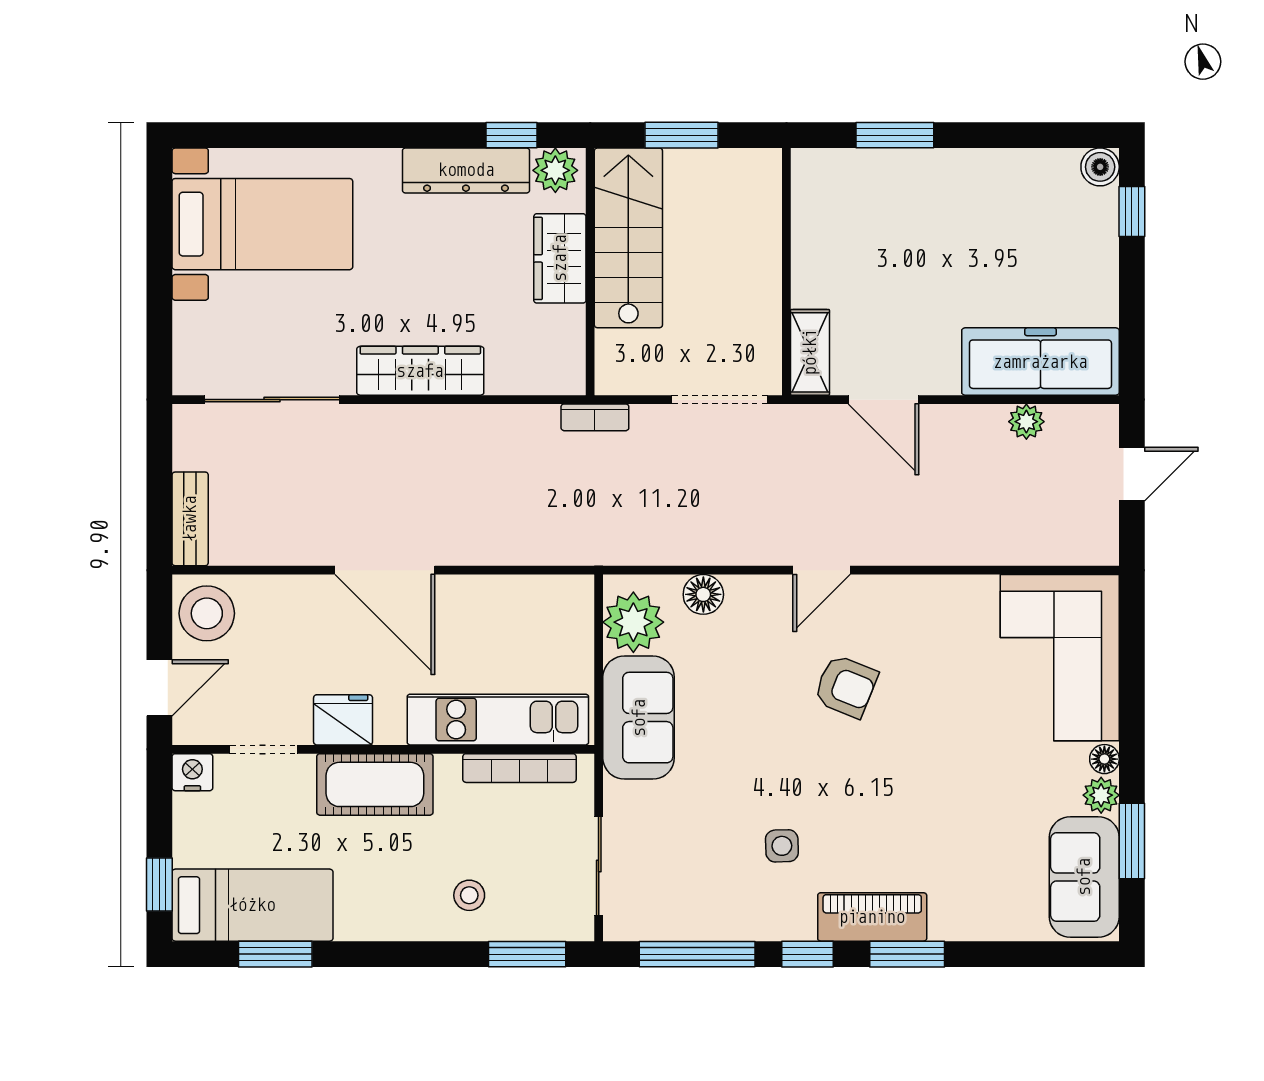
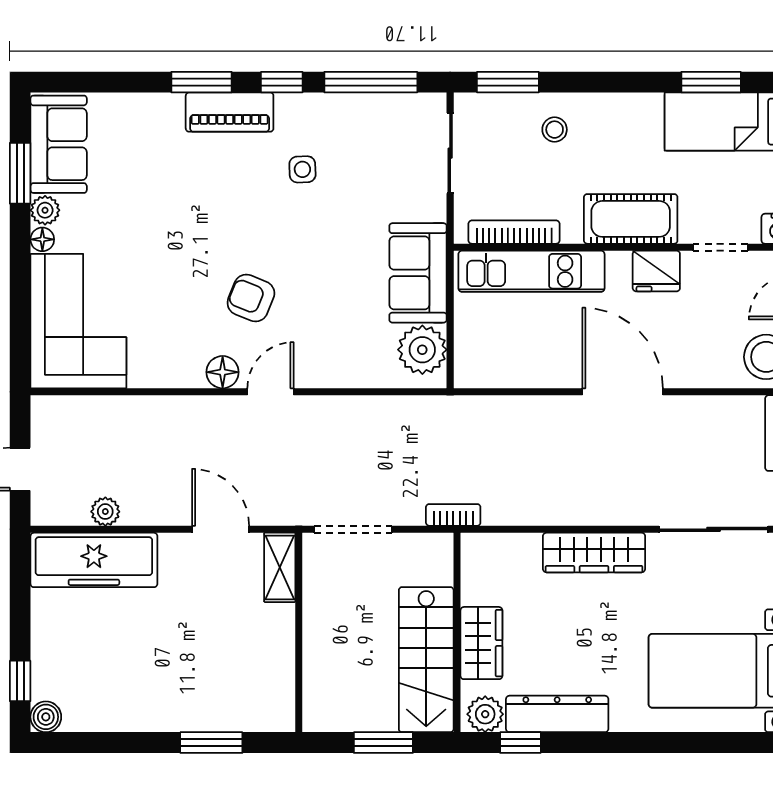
floor lamp: (703, 594) -> (223, 372), moved

